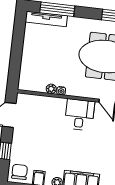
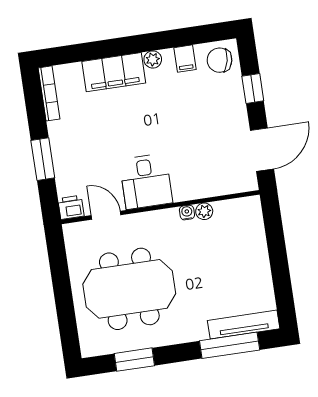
chair: (20, 172) -> (220, 60), turned 102

